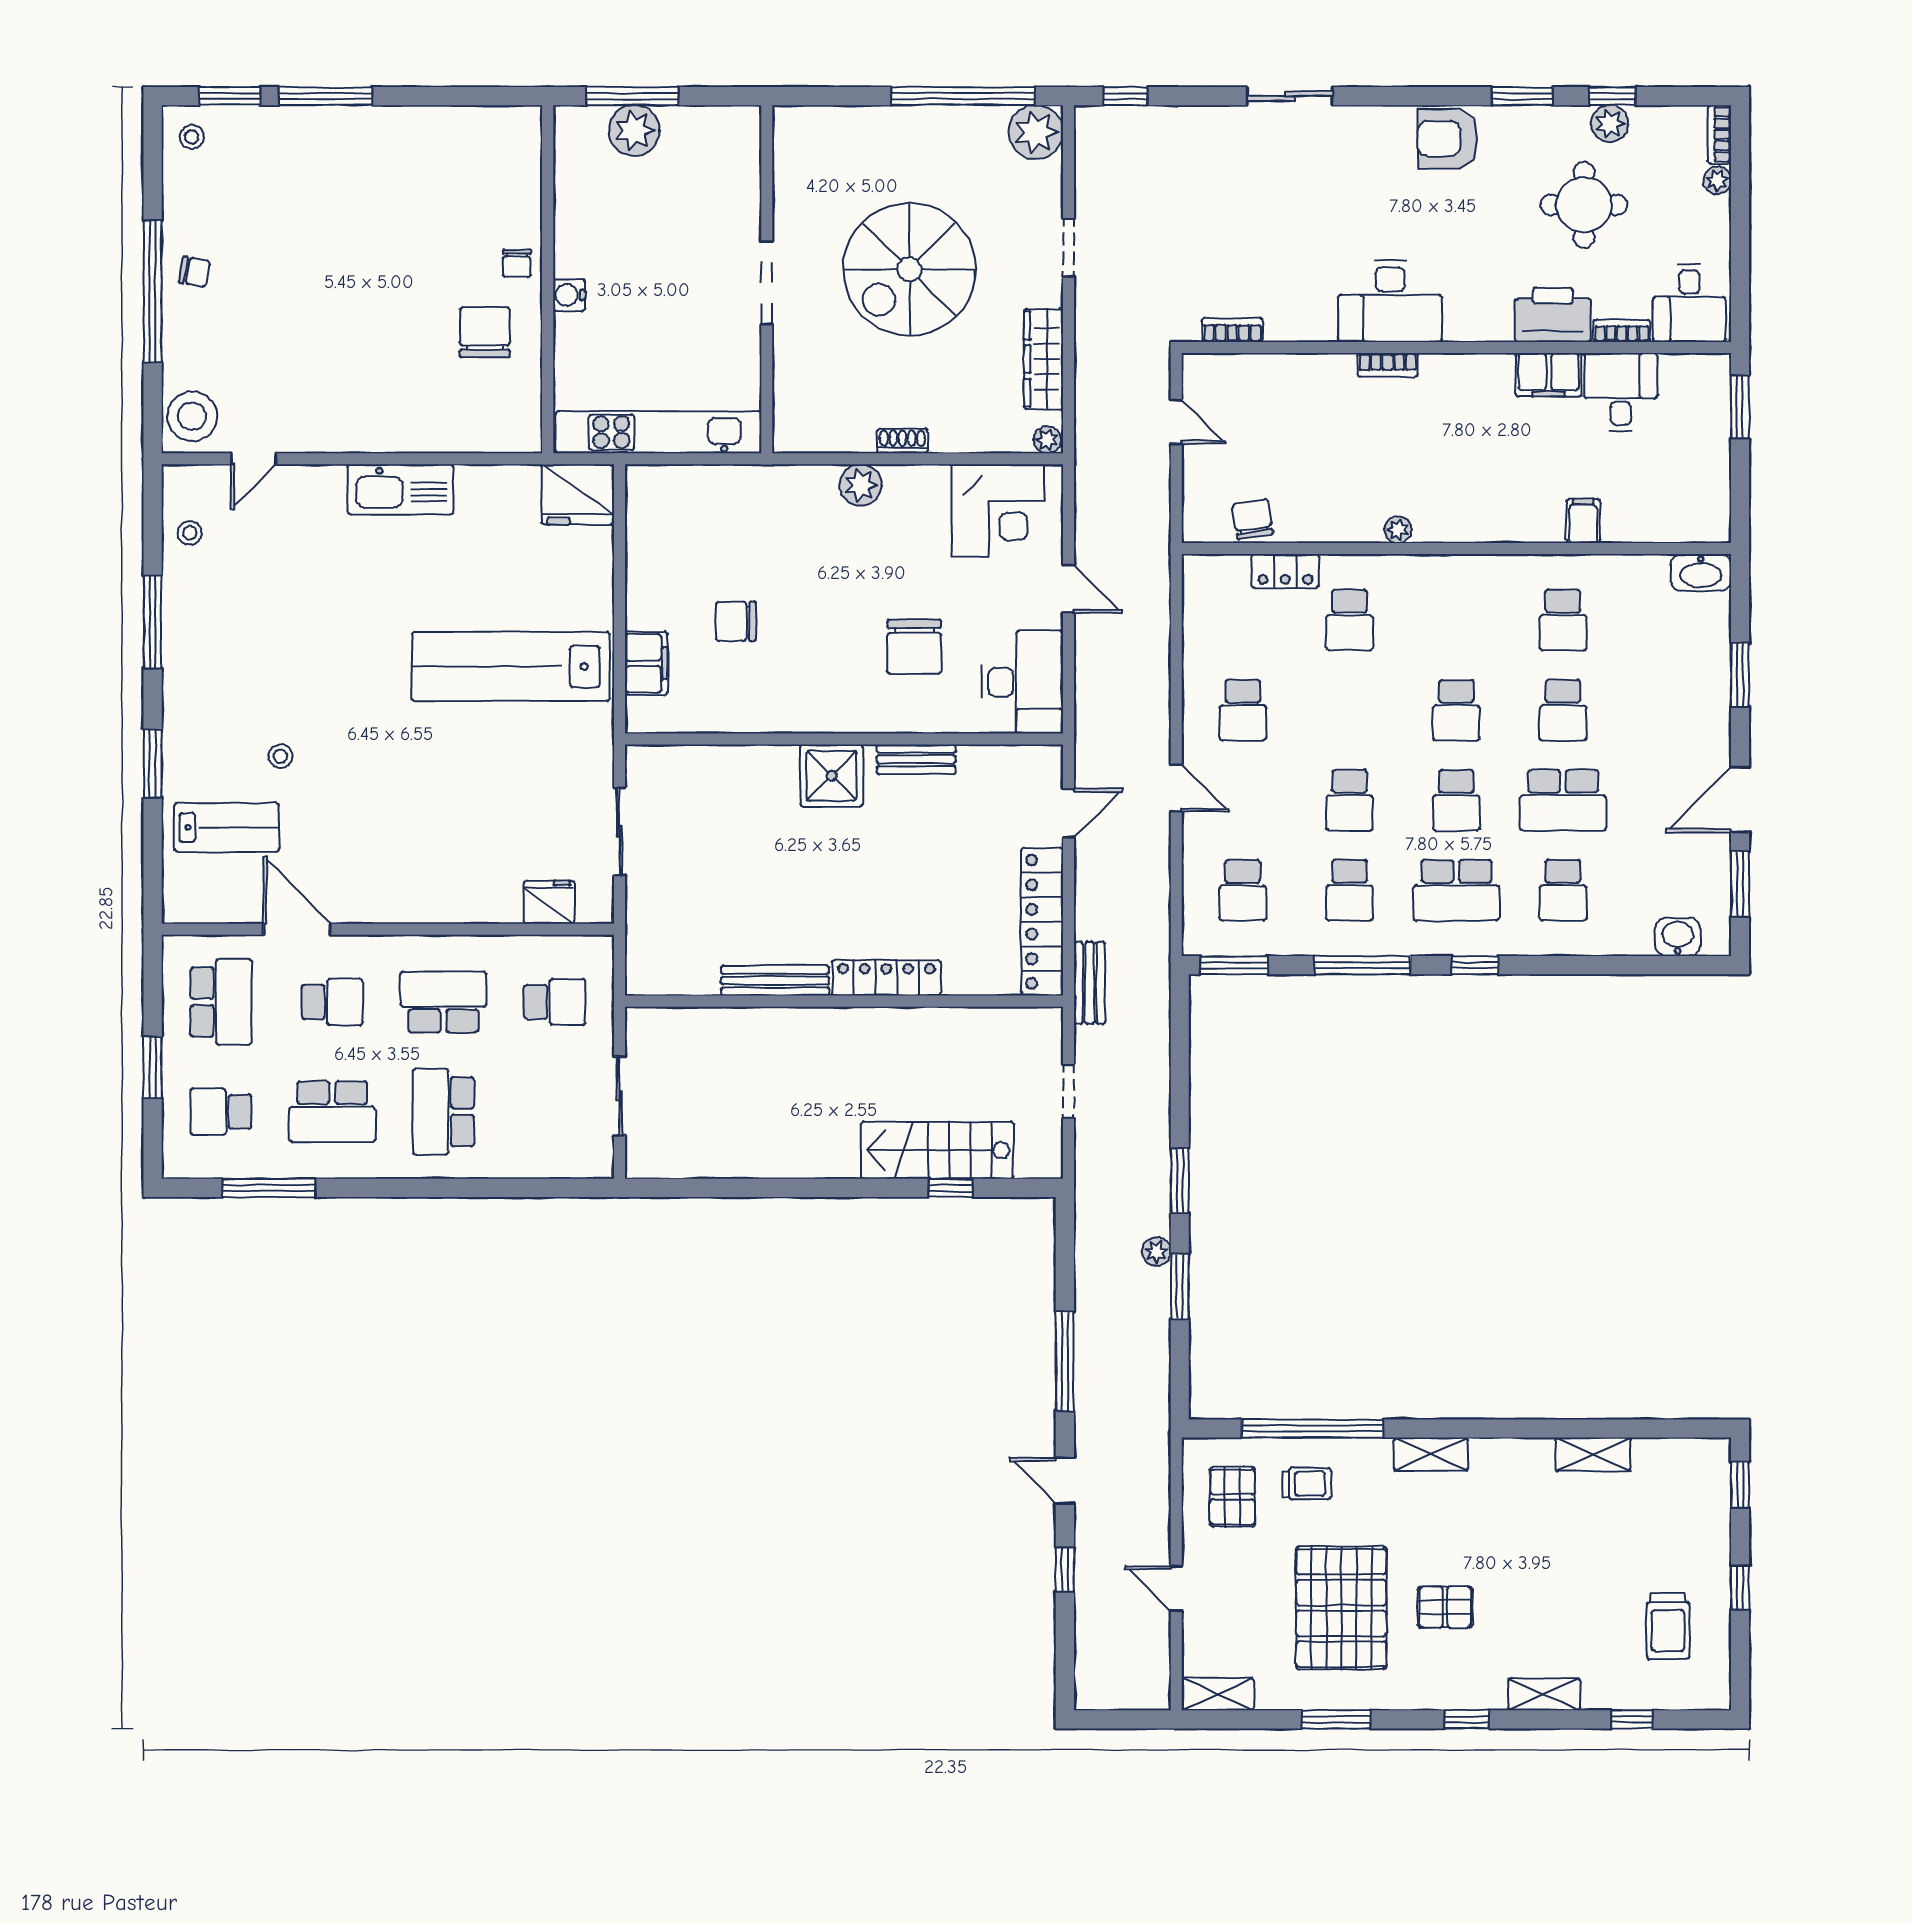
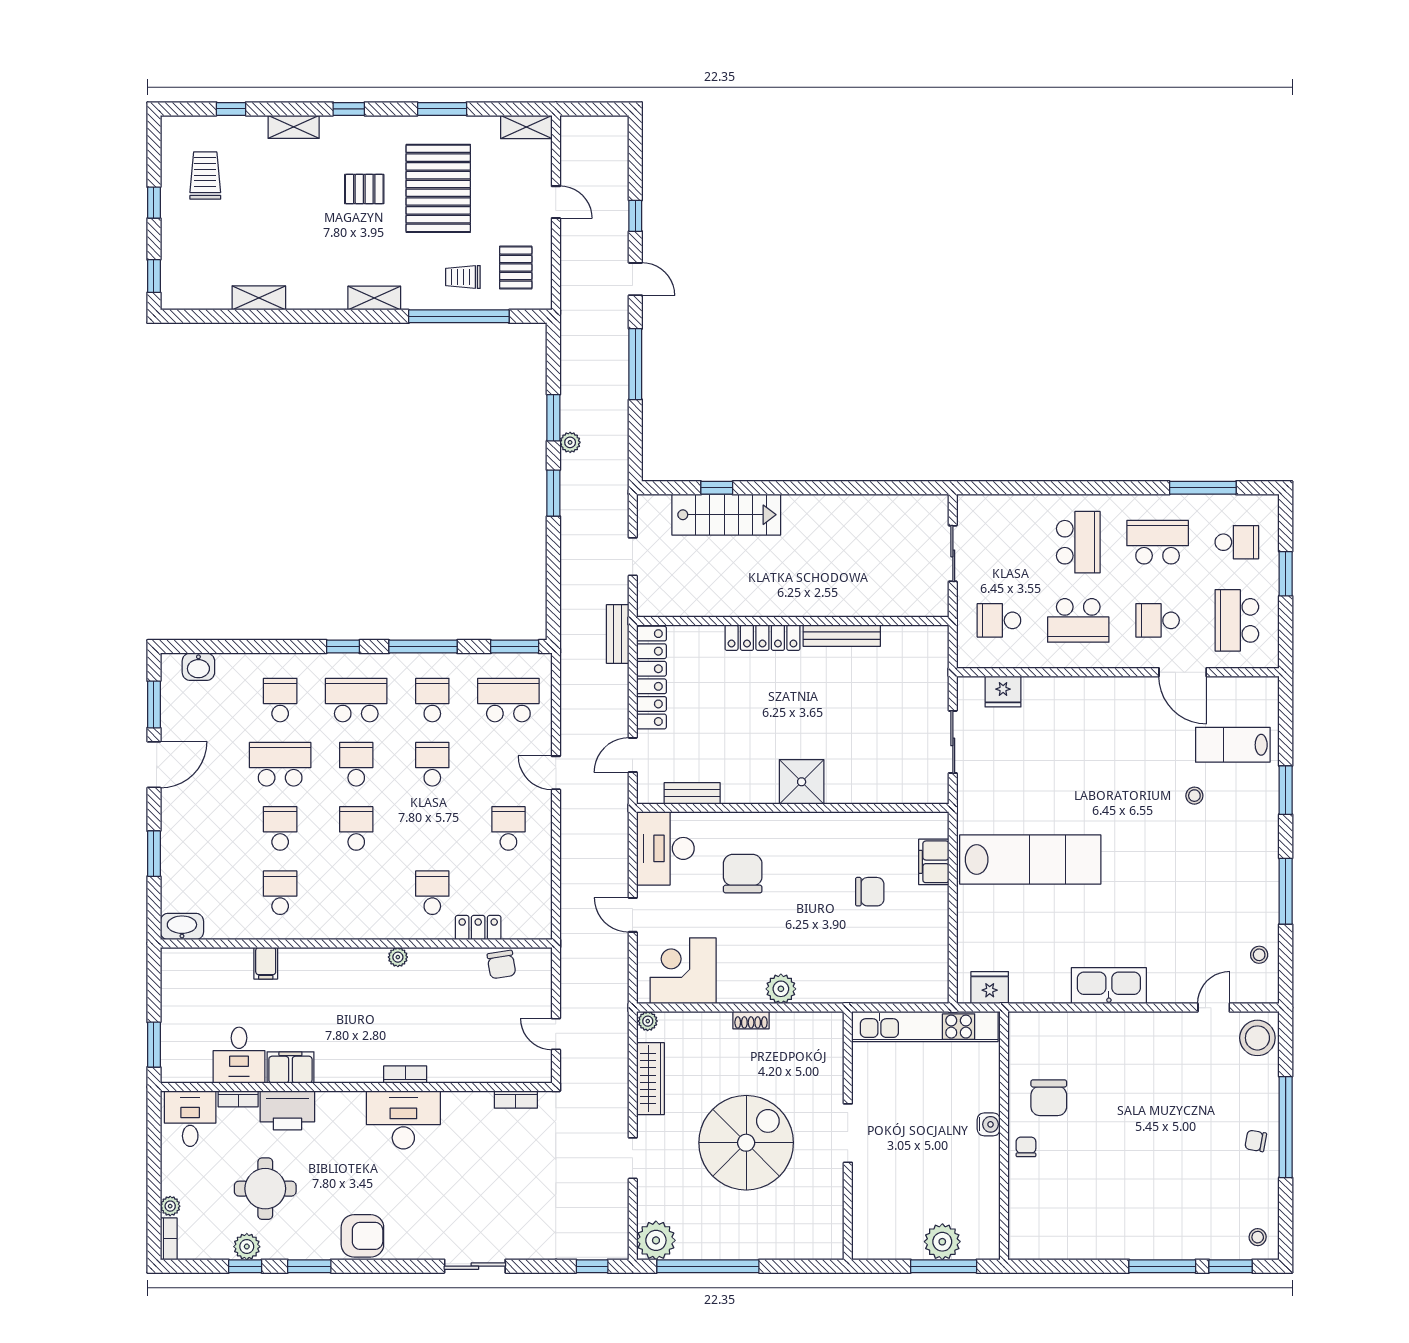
fridge: (577, 494) -> (990, 988), width x0.73, depth x0.75
bench: (916, 759) -> (692, 793), moved
school desk: (1243, 890) -> (508, 700), width x1.85

